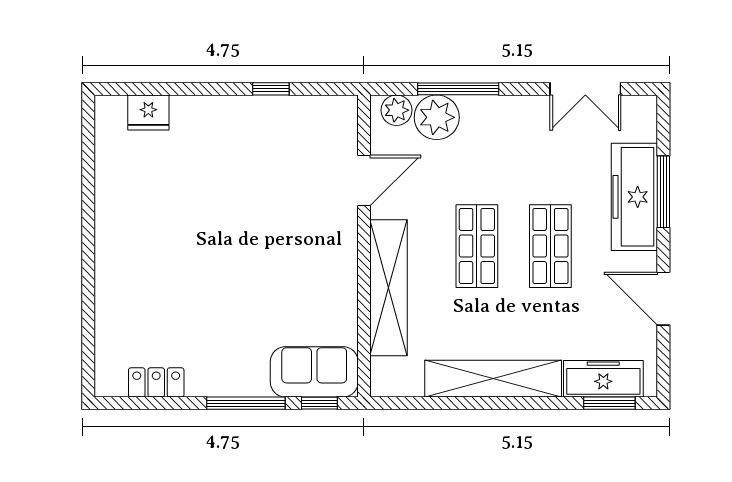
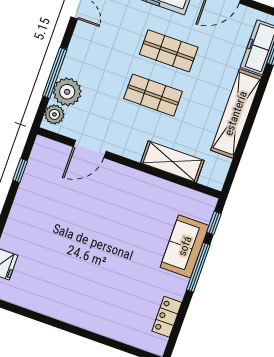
window: (271, 89) -> (20, 171), moved
door: (364, 181) -> (90, 149), swing flipped
shelving: (388, 288) -> (172, 162), width x0.68
sofa: (314, 372) -> (185, 246), moved

